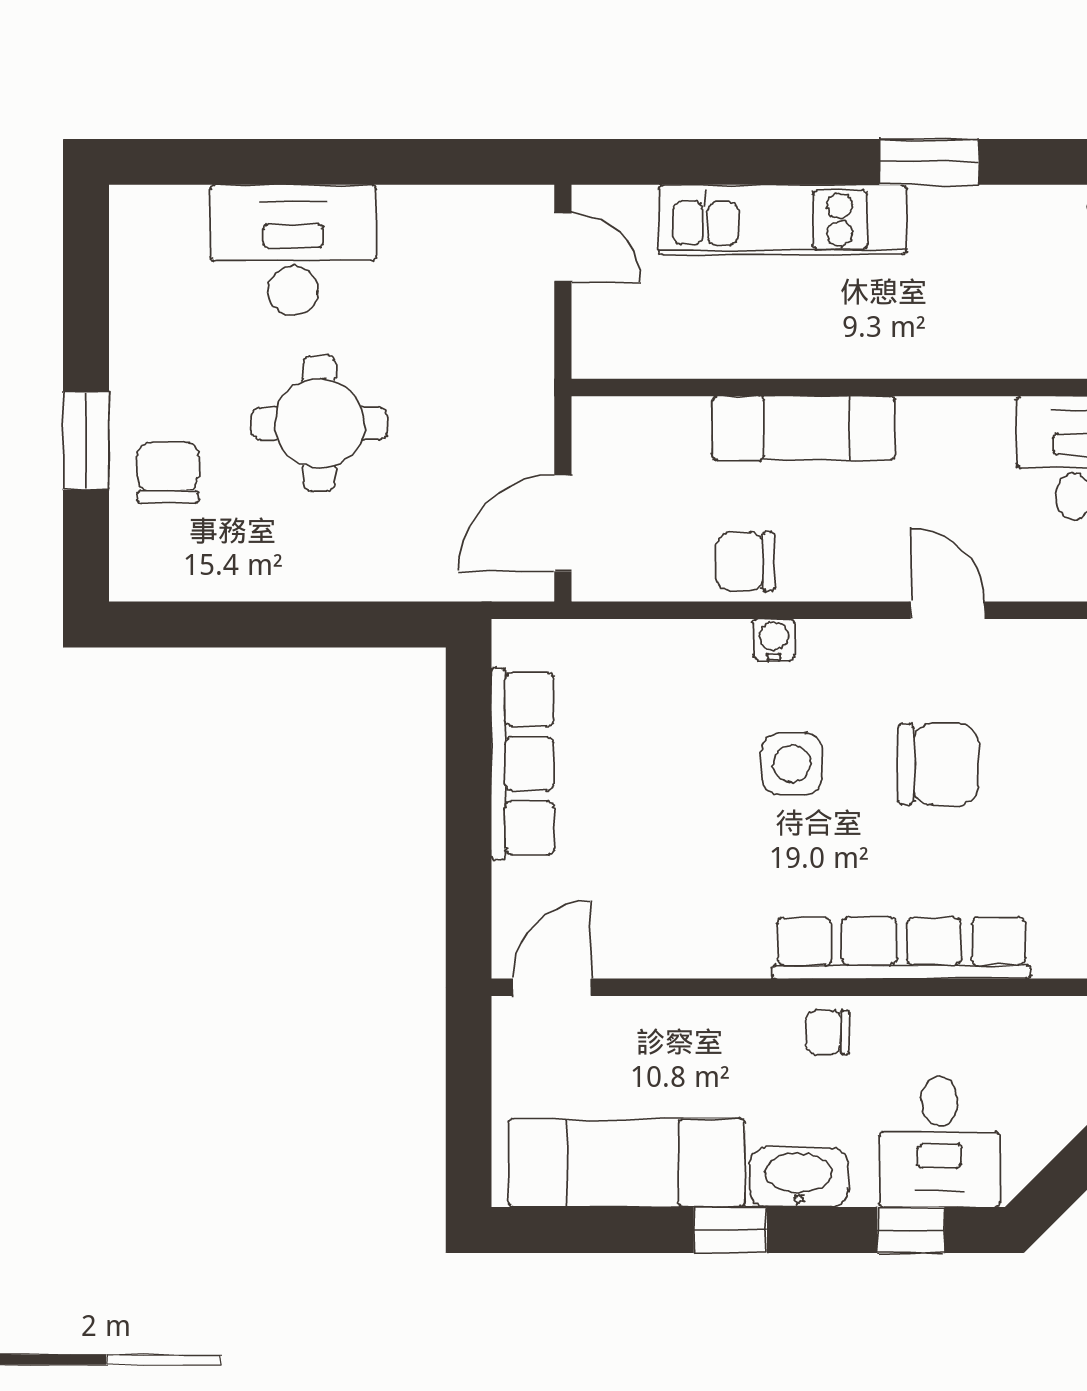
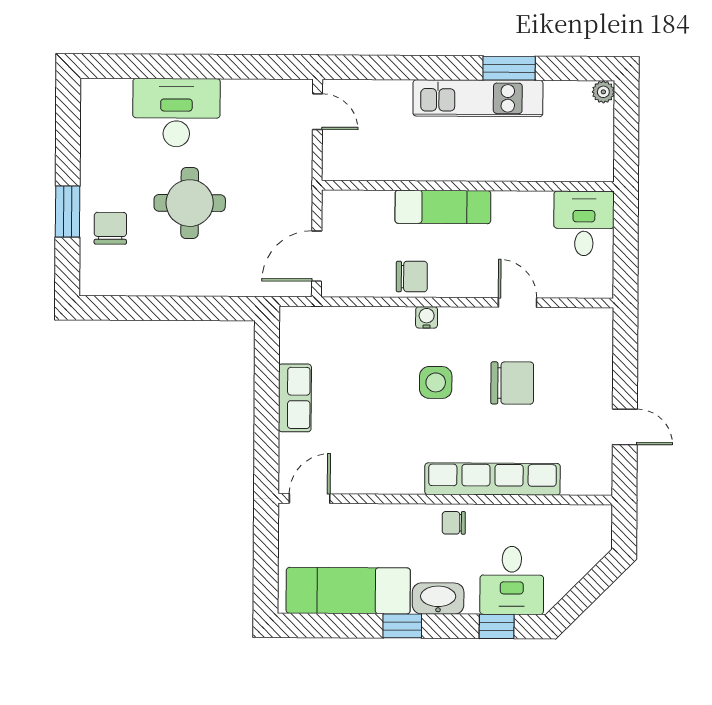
kitchen unit: (783, 220) -> (478, 98), moved
chair: (745, 561) -> (412, 276), turned 180
row of seats: (523, 764) -> (295, 398), width x0.68

